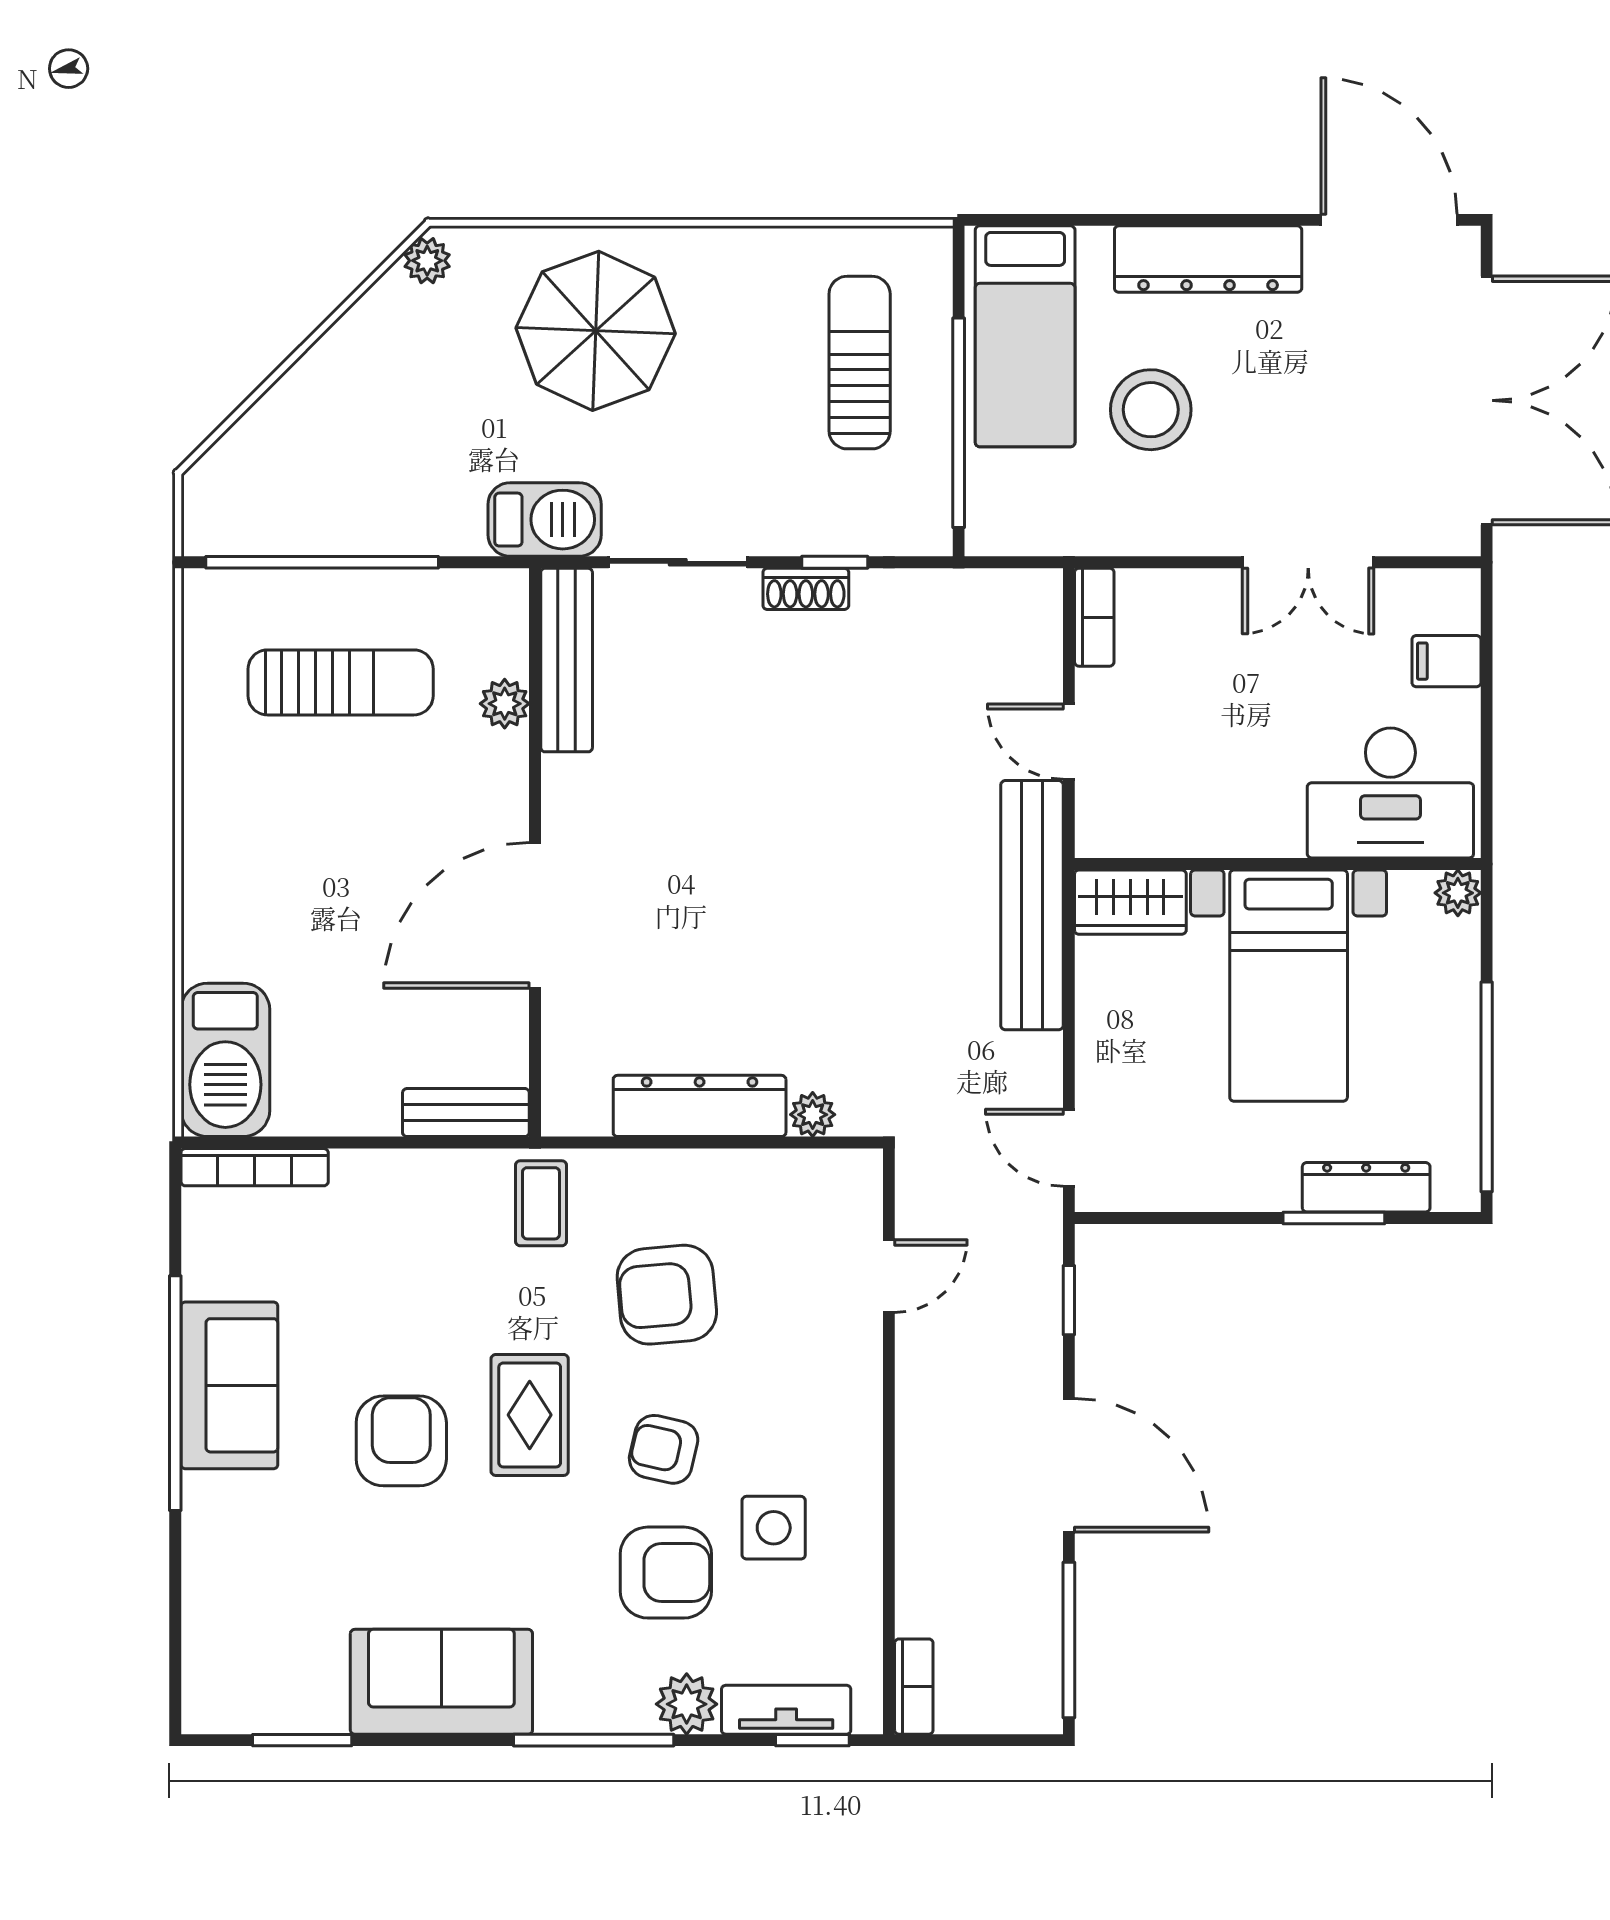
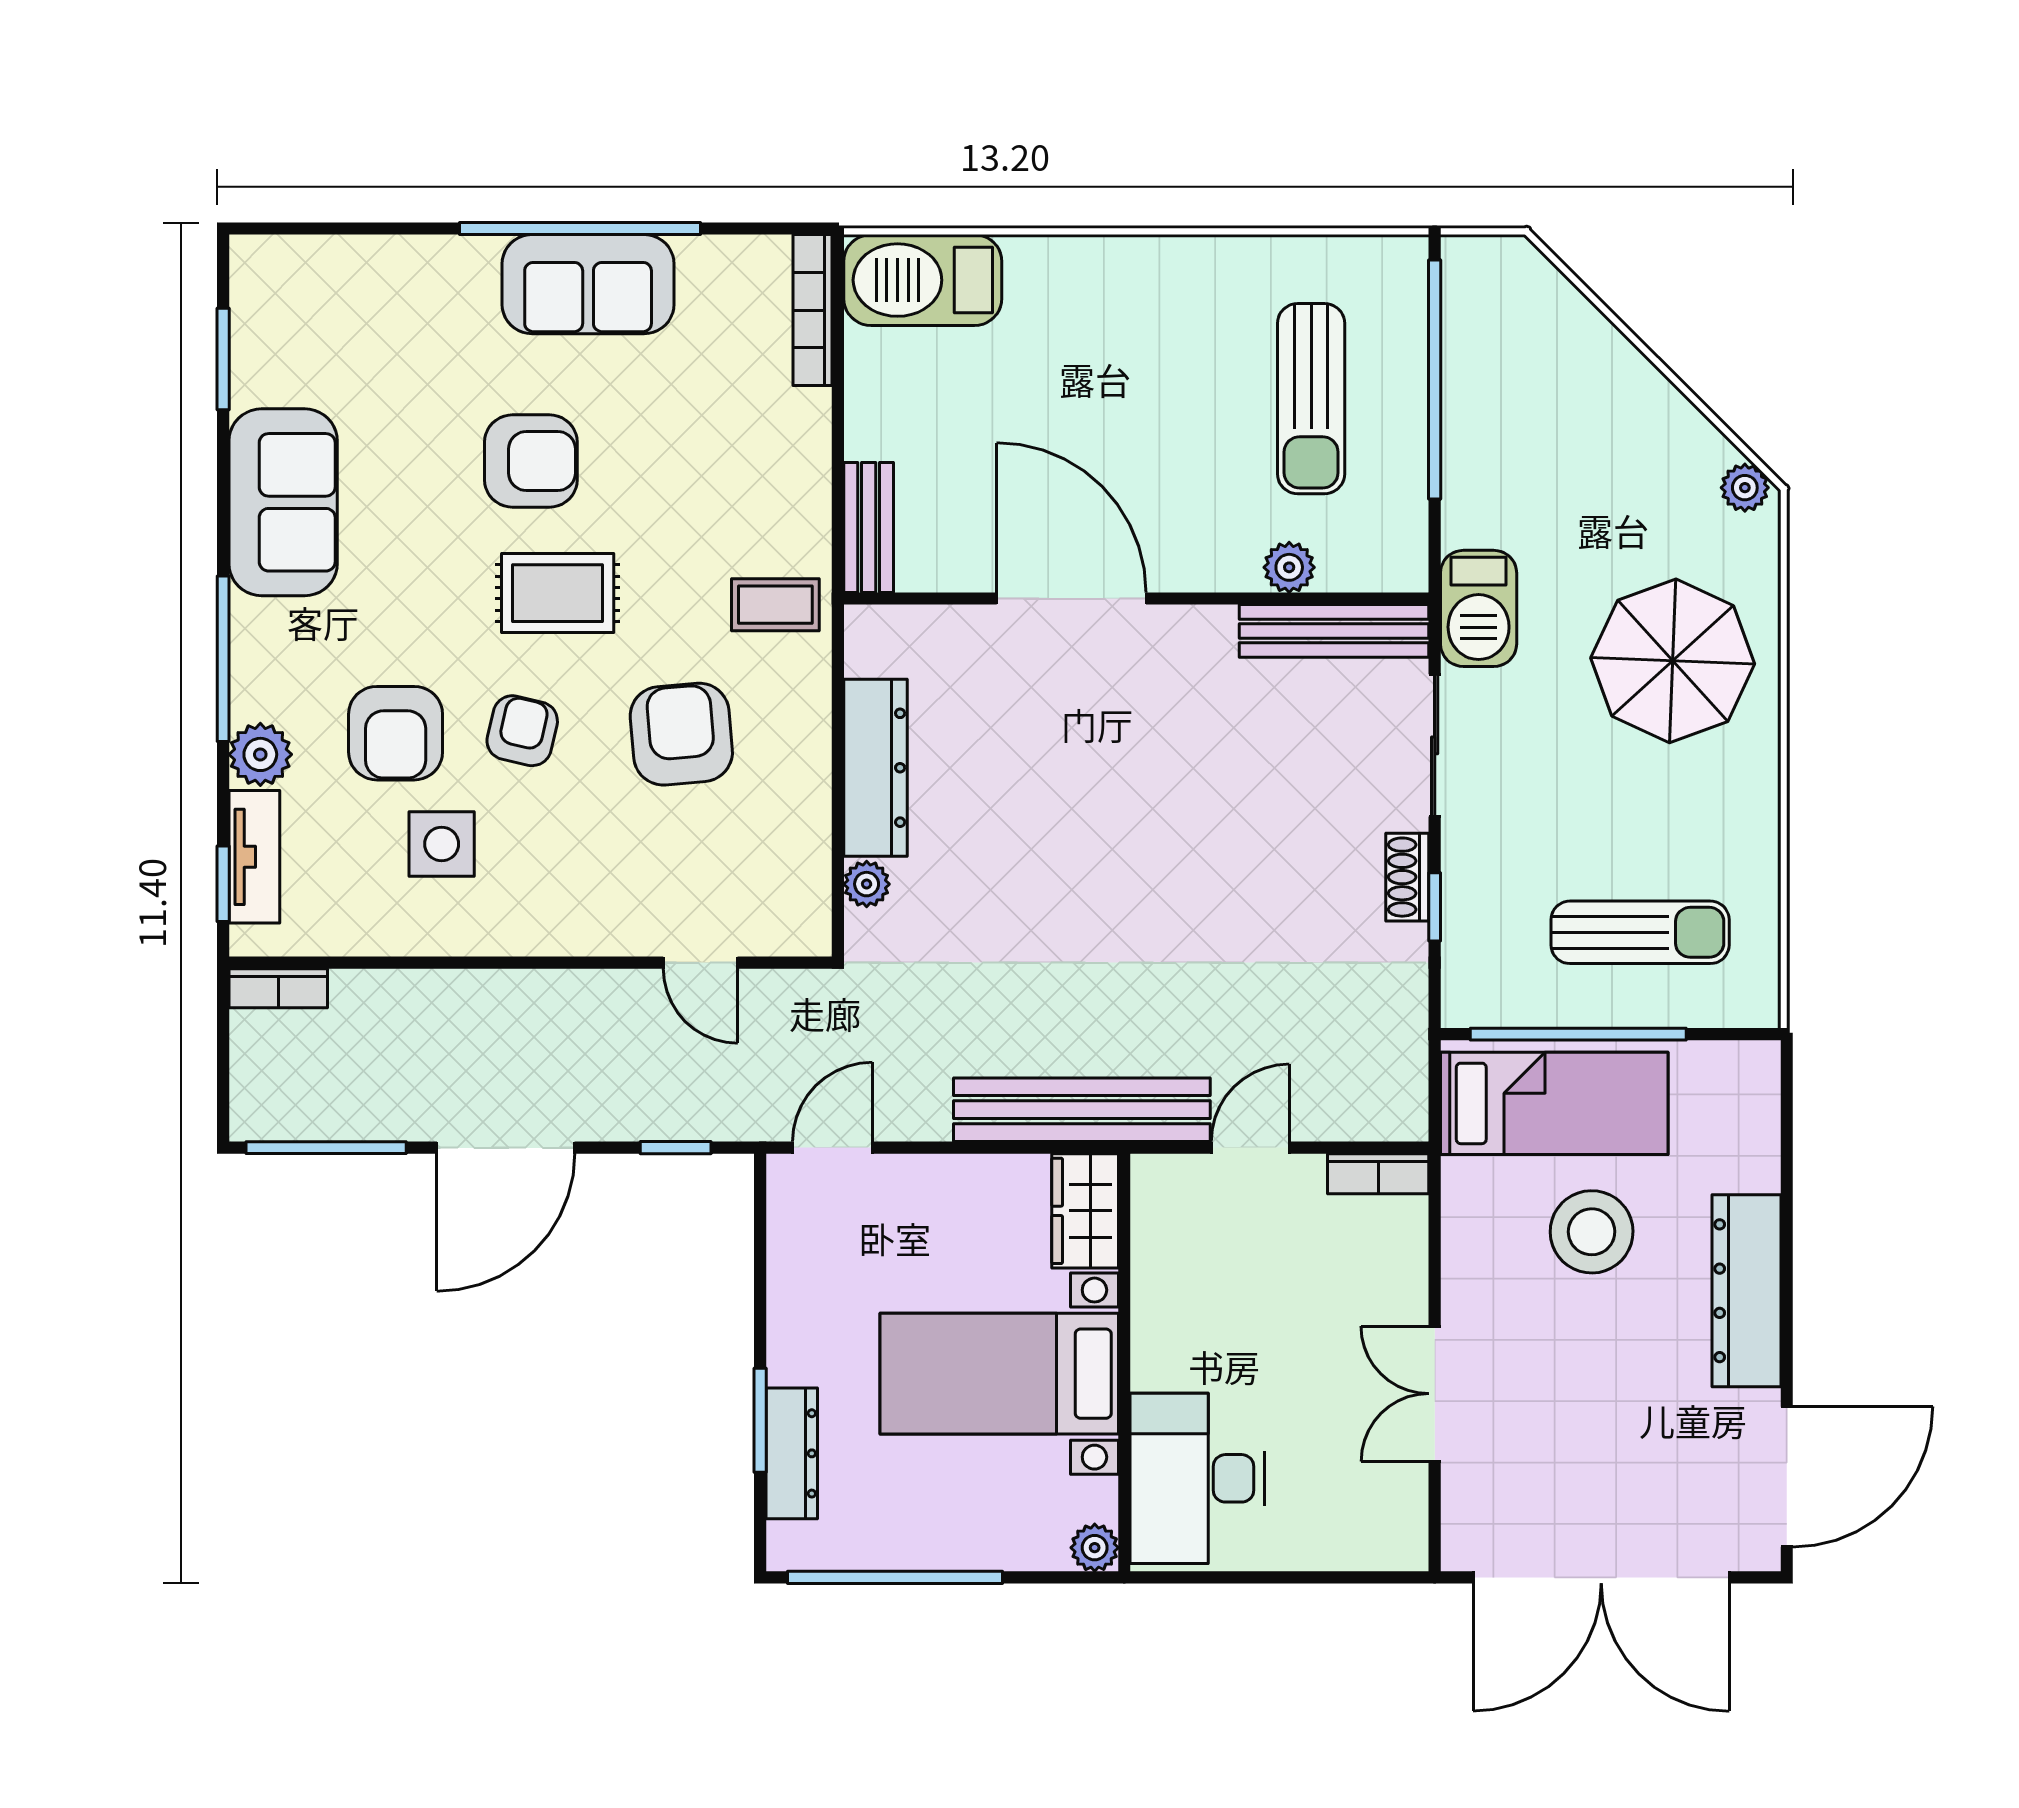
bed: (1025, 336) -> (1554, 1103), moved, turned 180
filing cabinet: (1446, 661) -> (1333, 1536), removed

